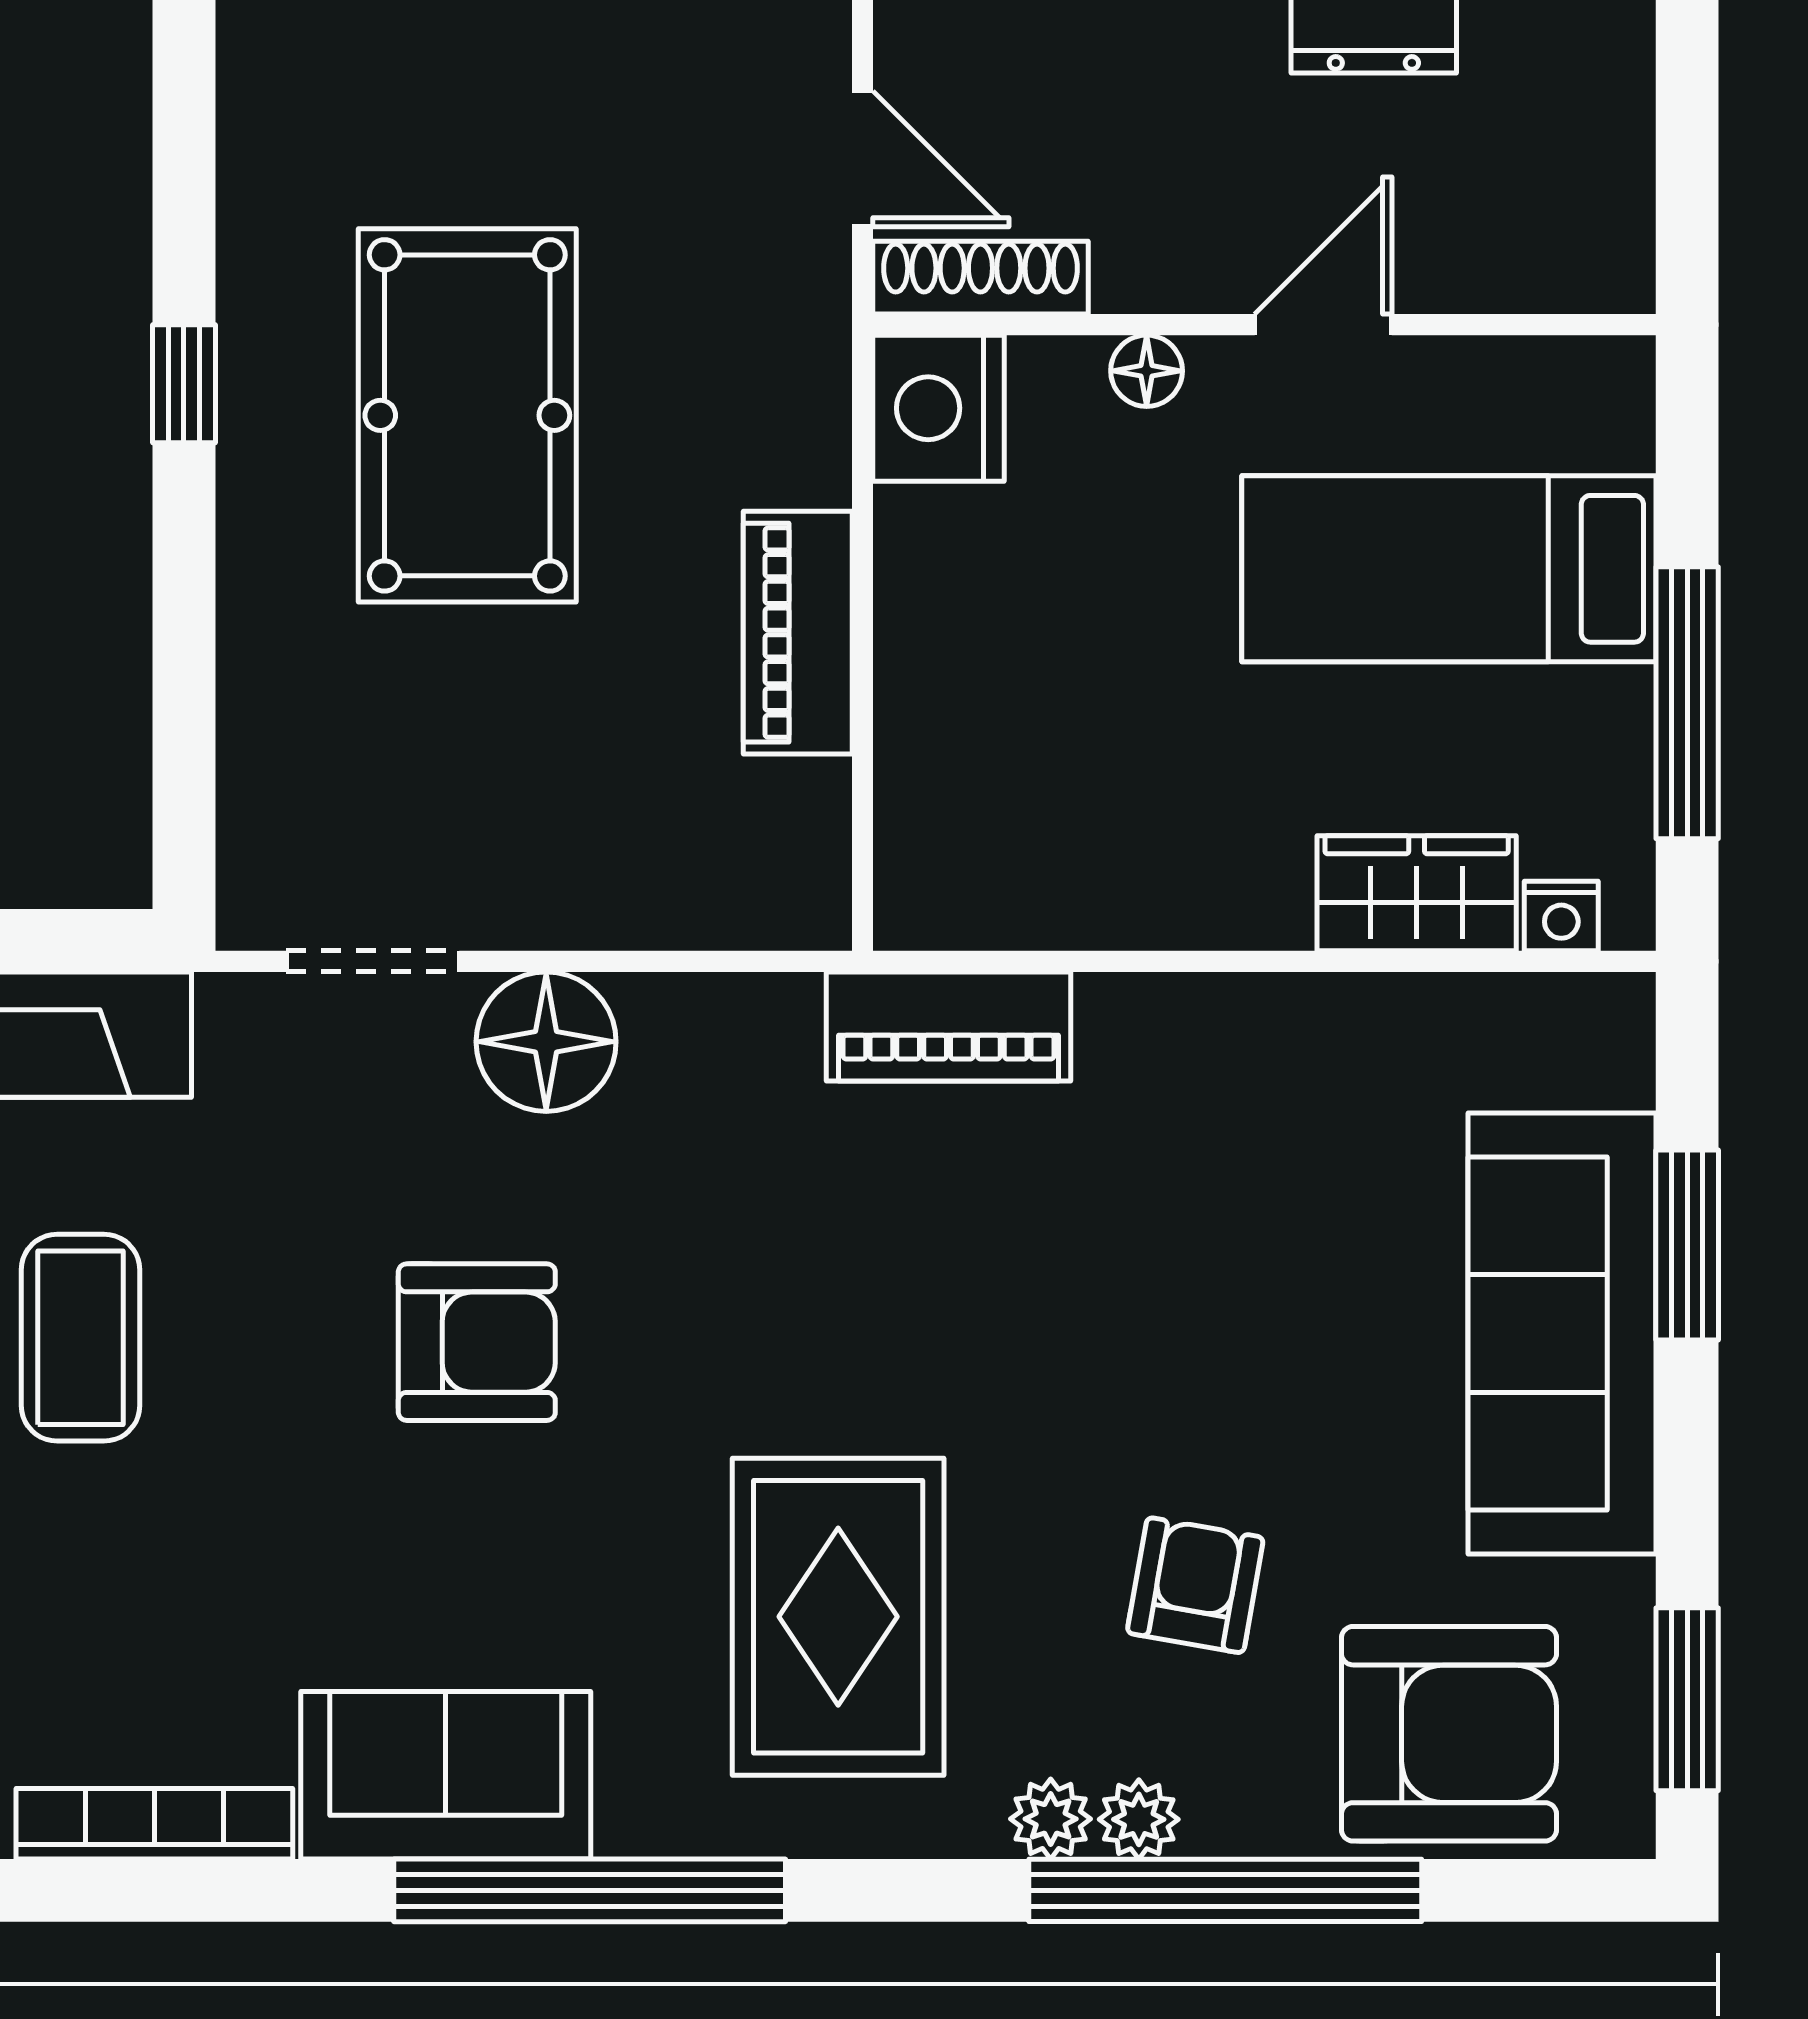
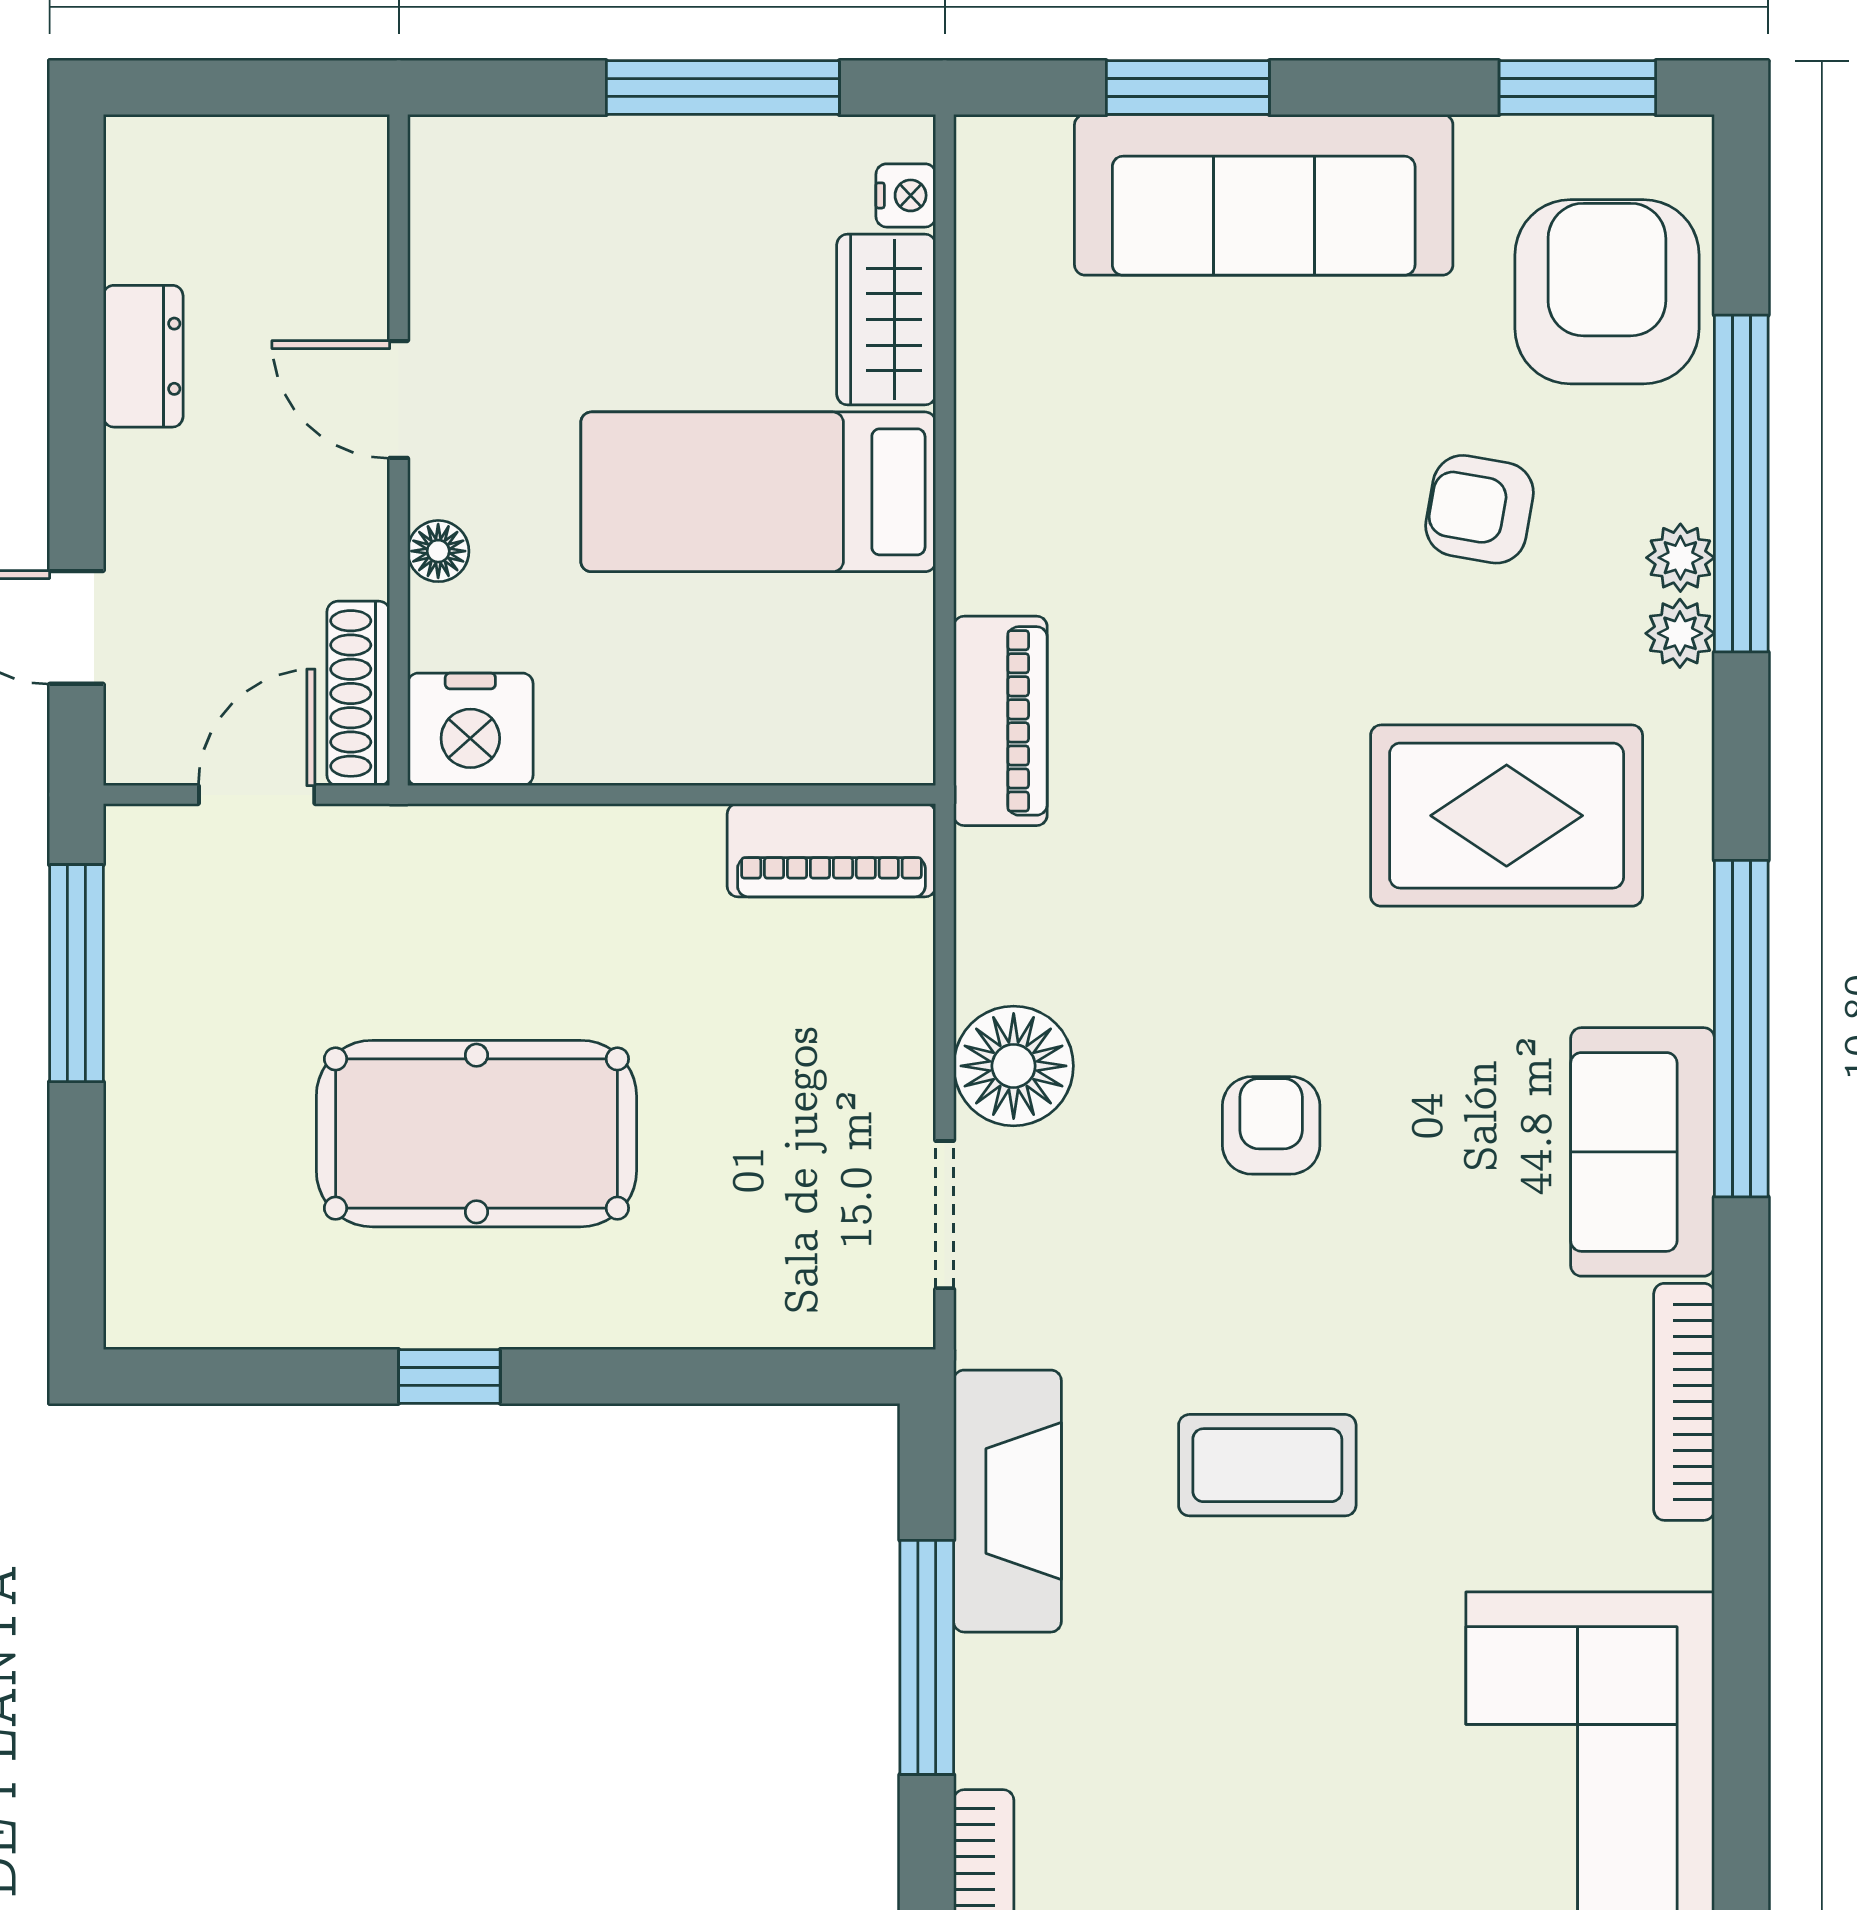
bed: (1449, 569) -> (758, 492), moved, turned 90
piano: (798, 633) -> (831, 850), moved
armchair: (477, 1342) -> (1271, 1125), width x0.72, depth x0.72

